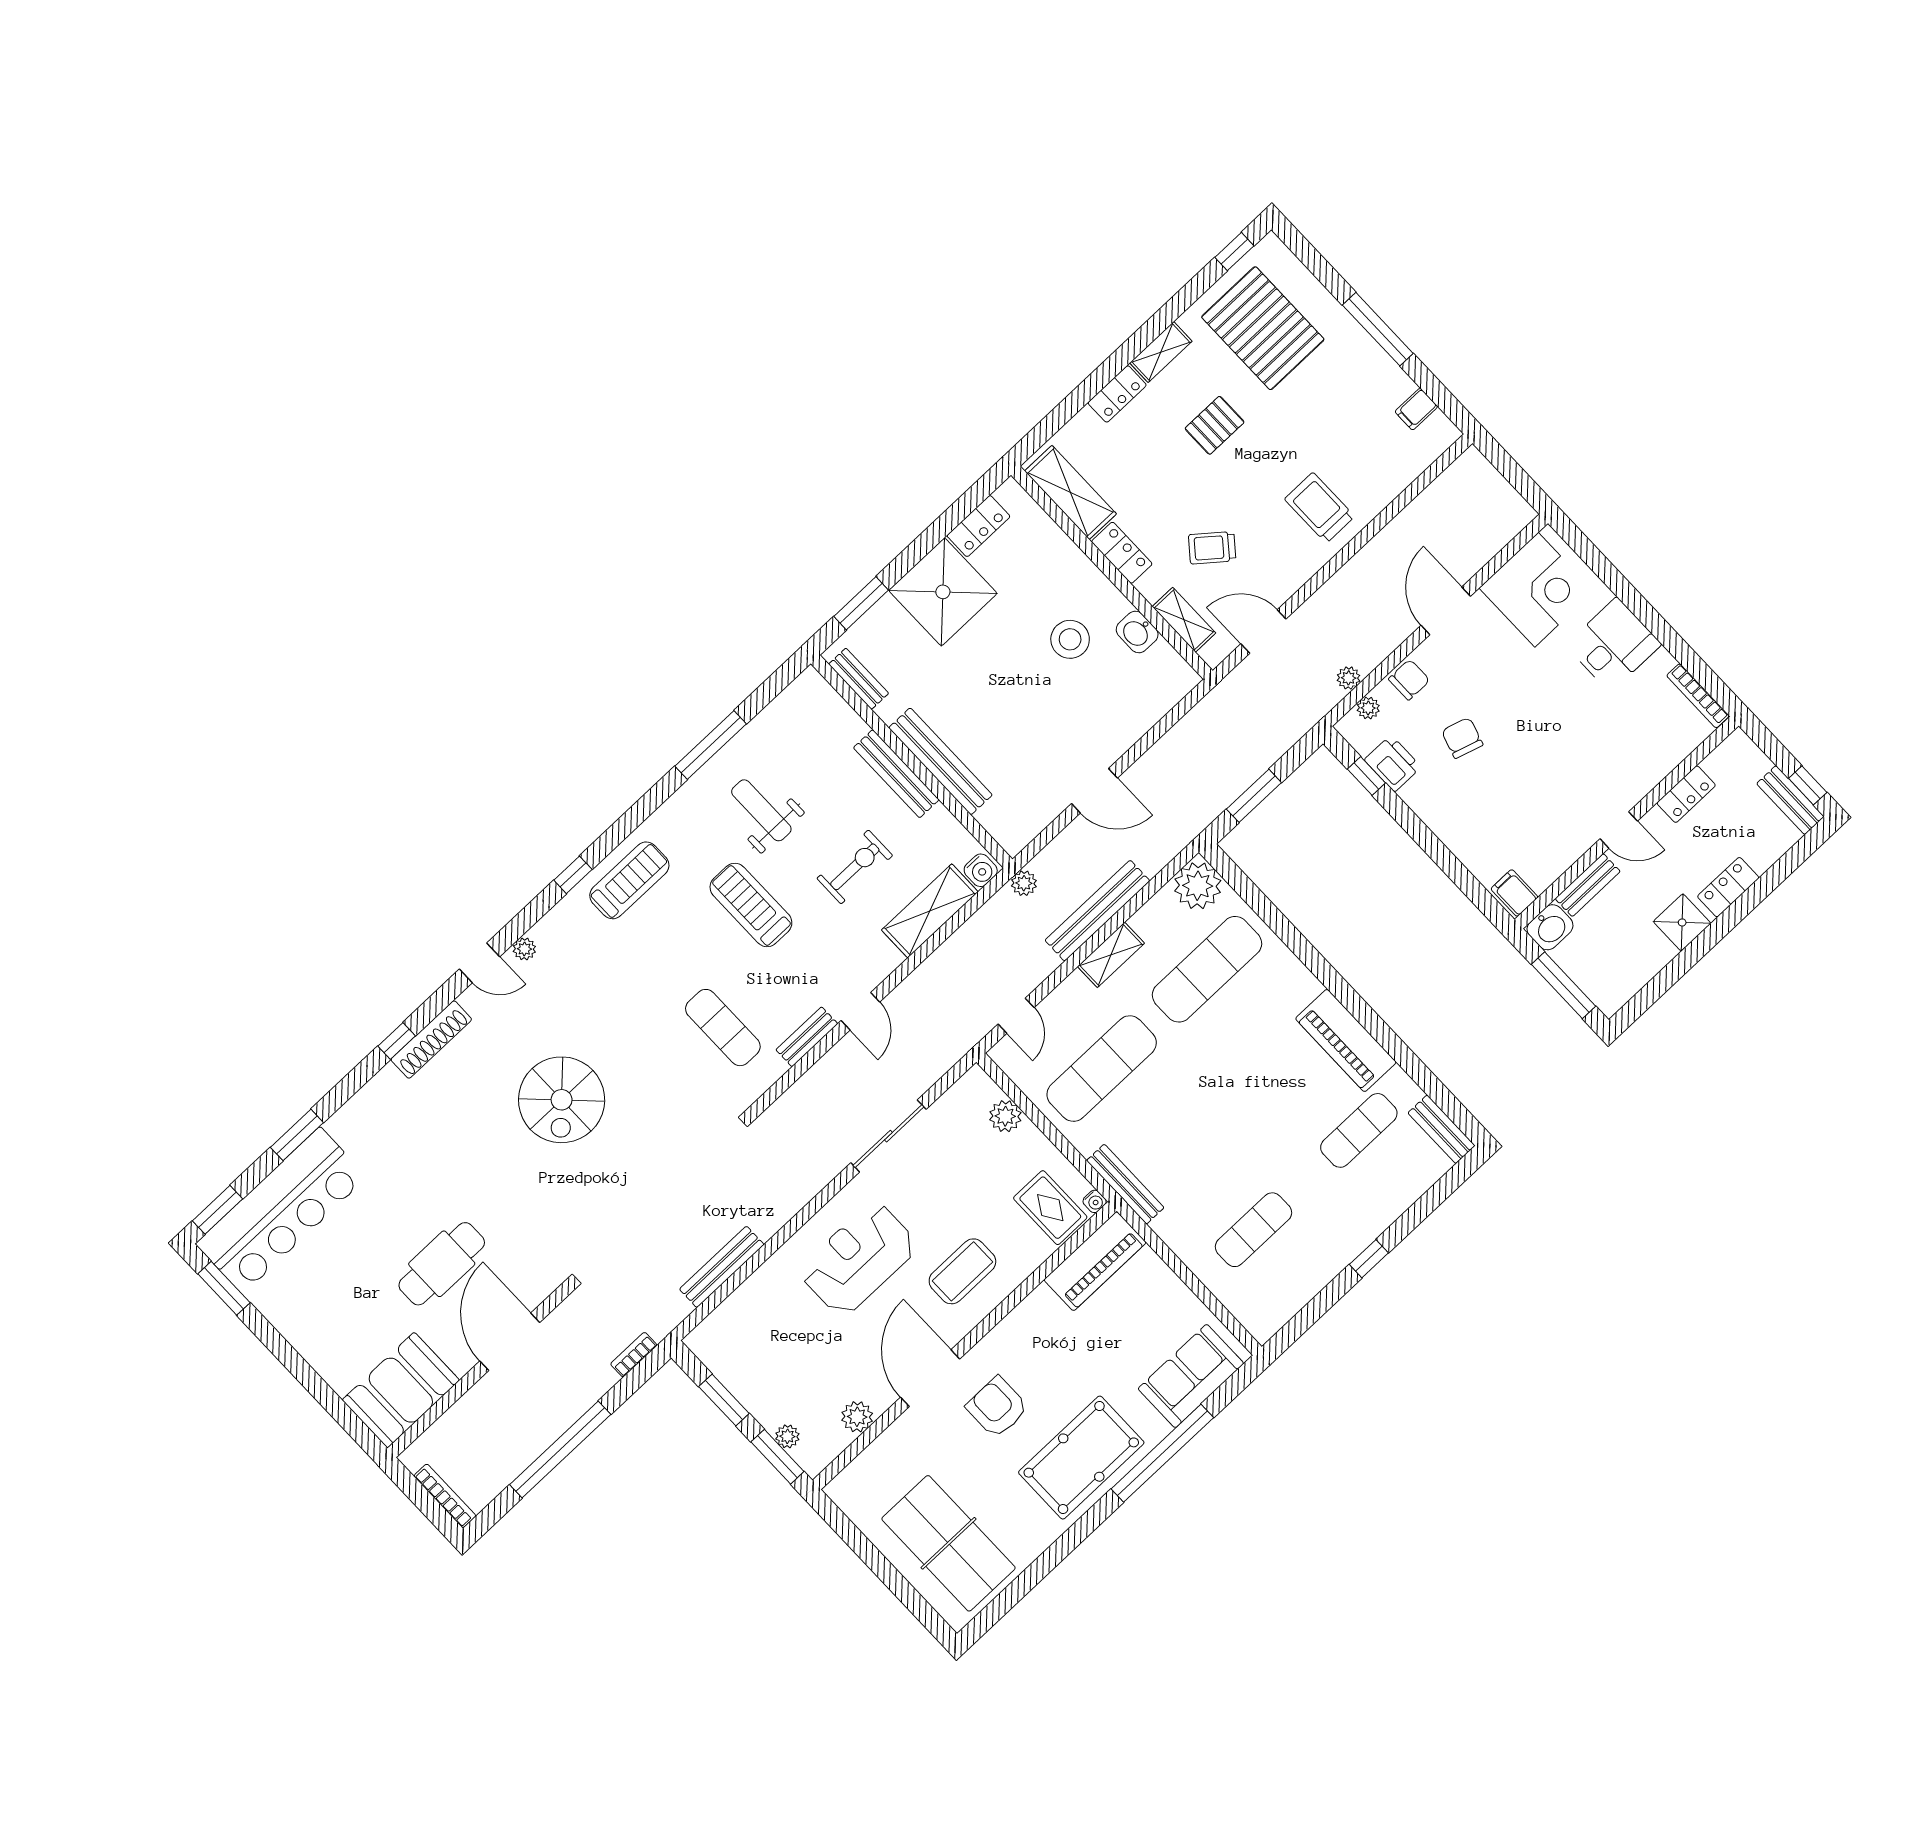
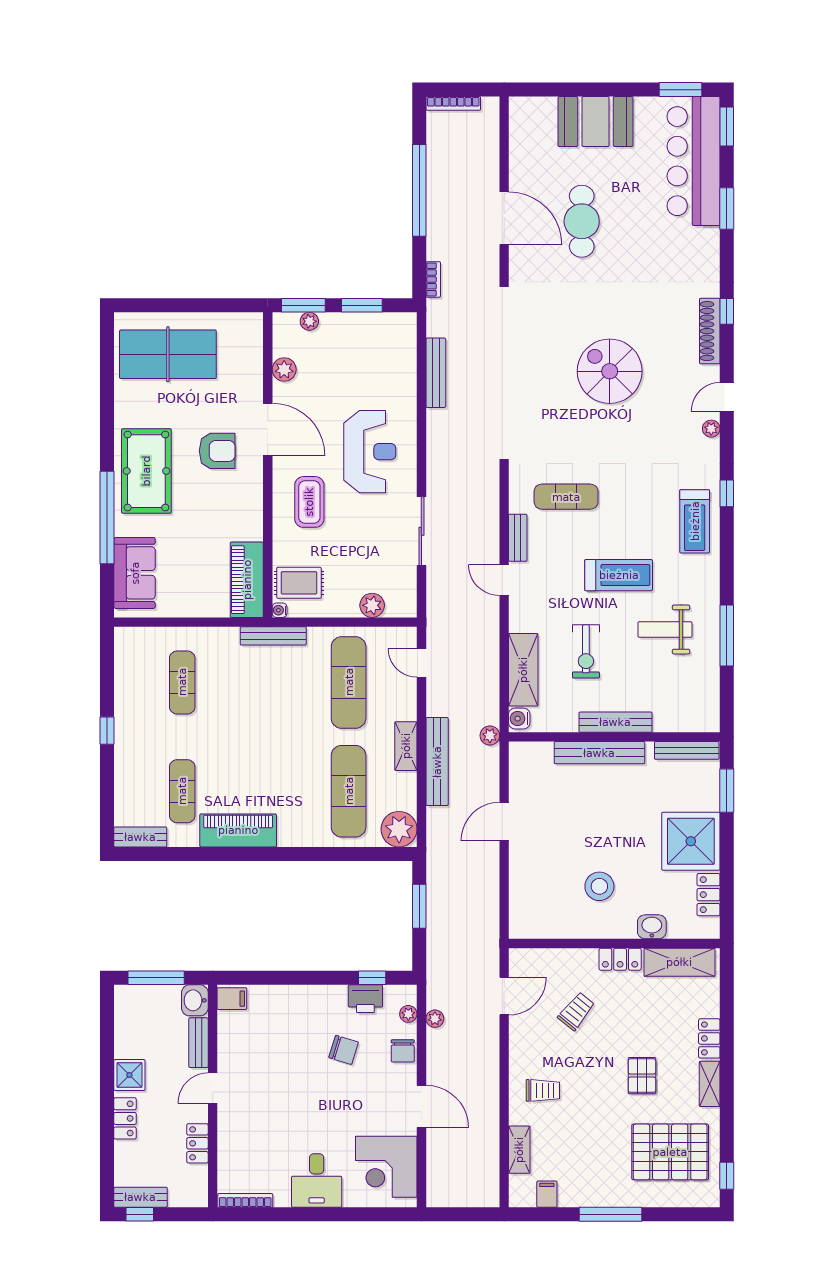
trolley: (1320, 508) -> (543, 1090), width x0.73, depth x0.72
shelving: (1184, 620) -> (519, 1150), moved, turned 90
washbasin: (1137, 632) -> (652, 927), moved
bench: (859, 679) -> (687, 750), width x1.36
weight bench: (761, 810) -> (665, 630), turned 180
booth: (401, 1390) -> (595, 122), moved, turned 90

